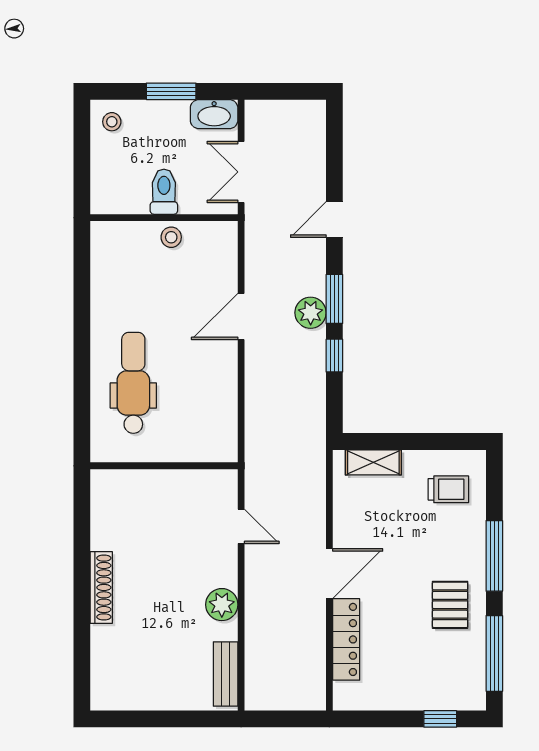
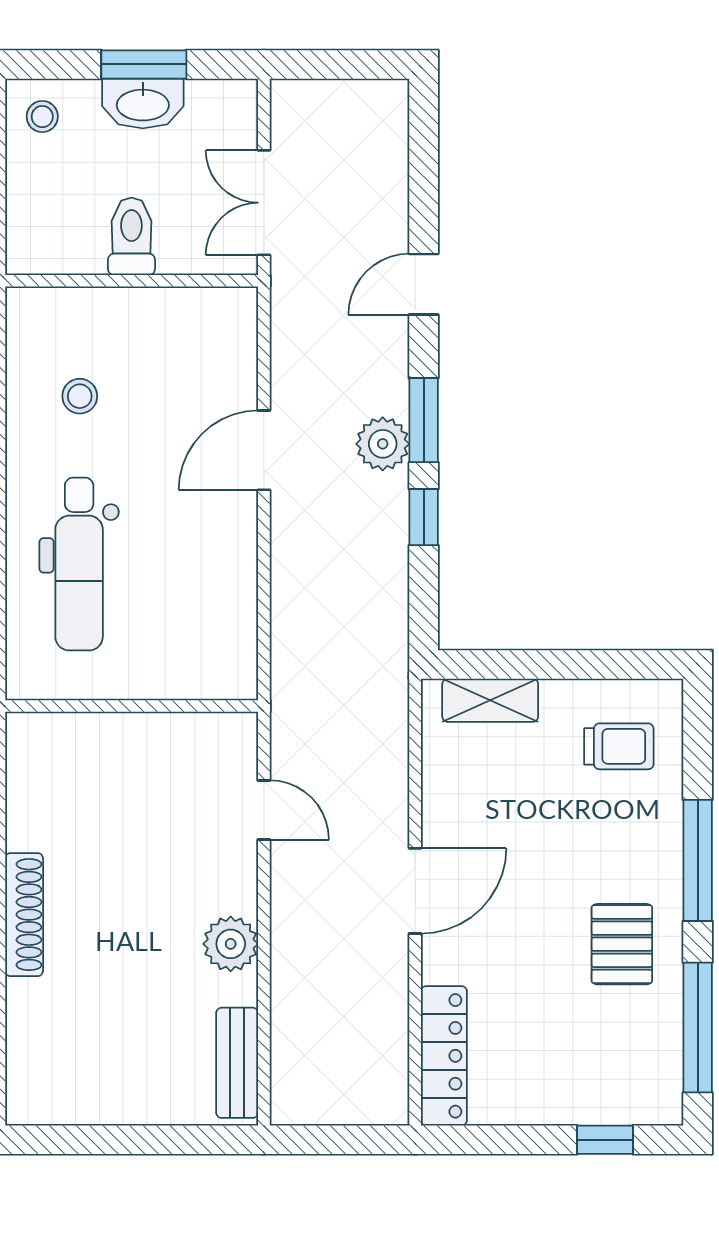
washbasin: (214, 114) -> (143, 104), moved
stool: (171, 237) -> (80, 396), moved
dental chair: (133, 383) -> (79, 564), turned 180
locker: (346, 639) -> (444, 1056), moved

